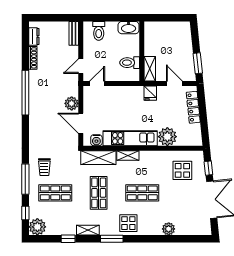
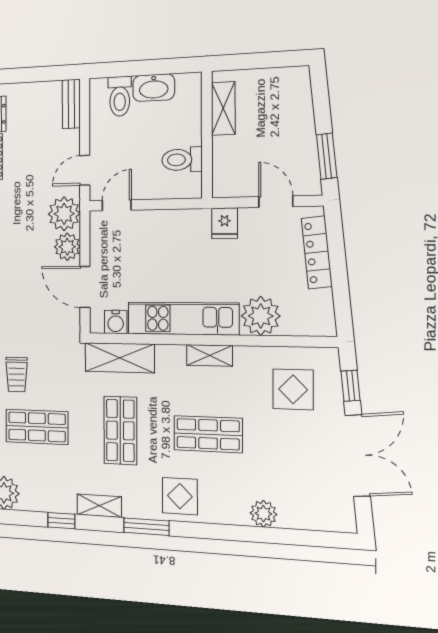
washbasin: (129, 28) -> (154, 88), moved
shelving: (150, 69) -> (223, 108), moved
plant: (70, 87) -> (64, 214), added
shelving: (128, 156) -> (209, 355), moved

